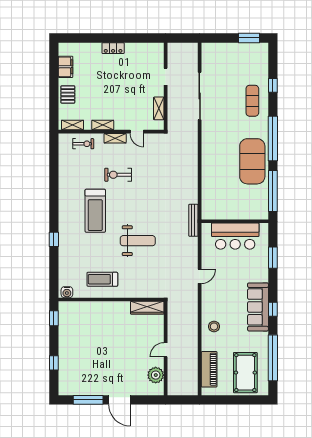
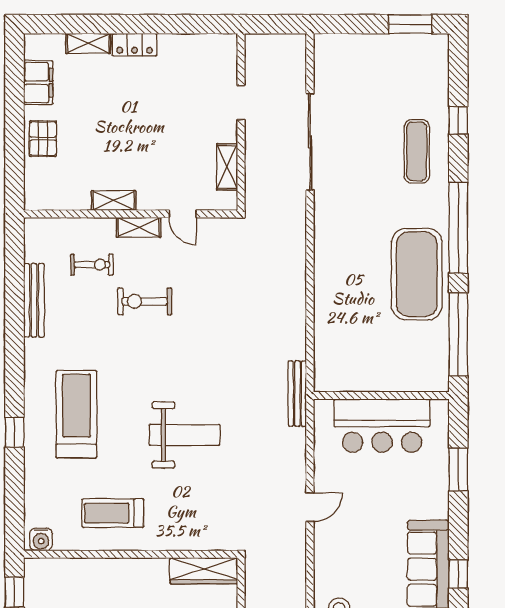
shelving: (73, 125) -> (88, 43), moved
exercise bike: (83, 144) -> (92, 265), moved
bench: (63, 174) -> (34, 300), added
treadmill: (95, 211) -> (76, 414), moved, turned 180

